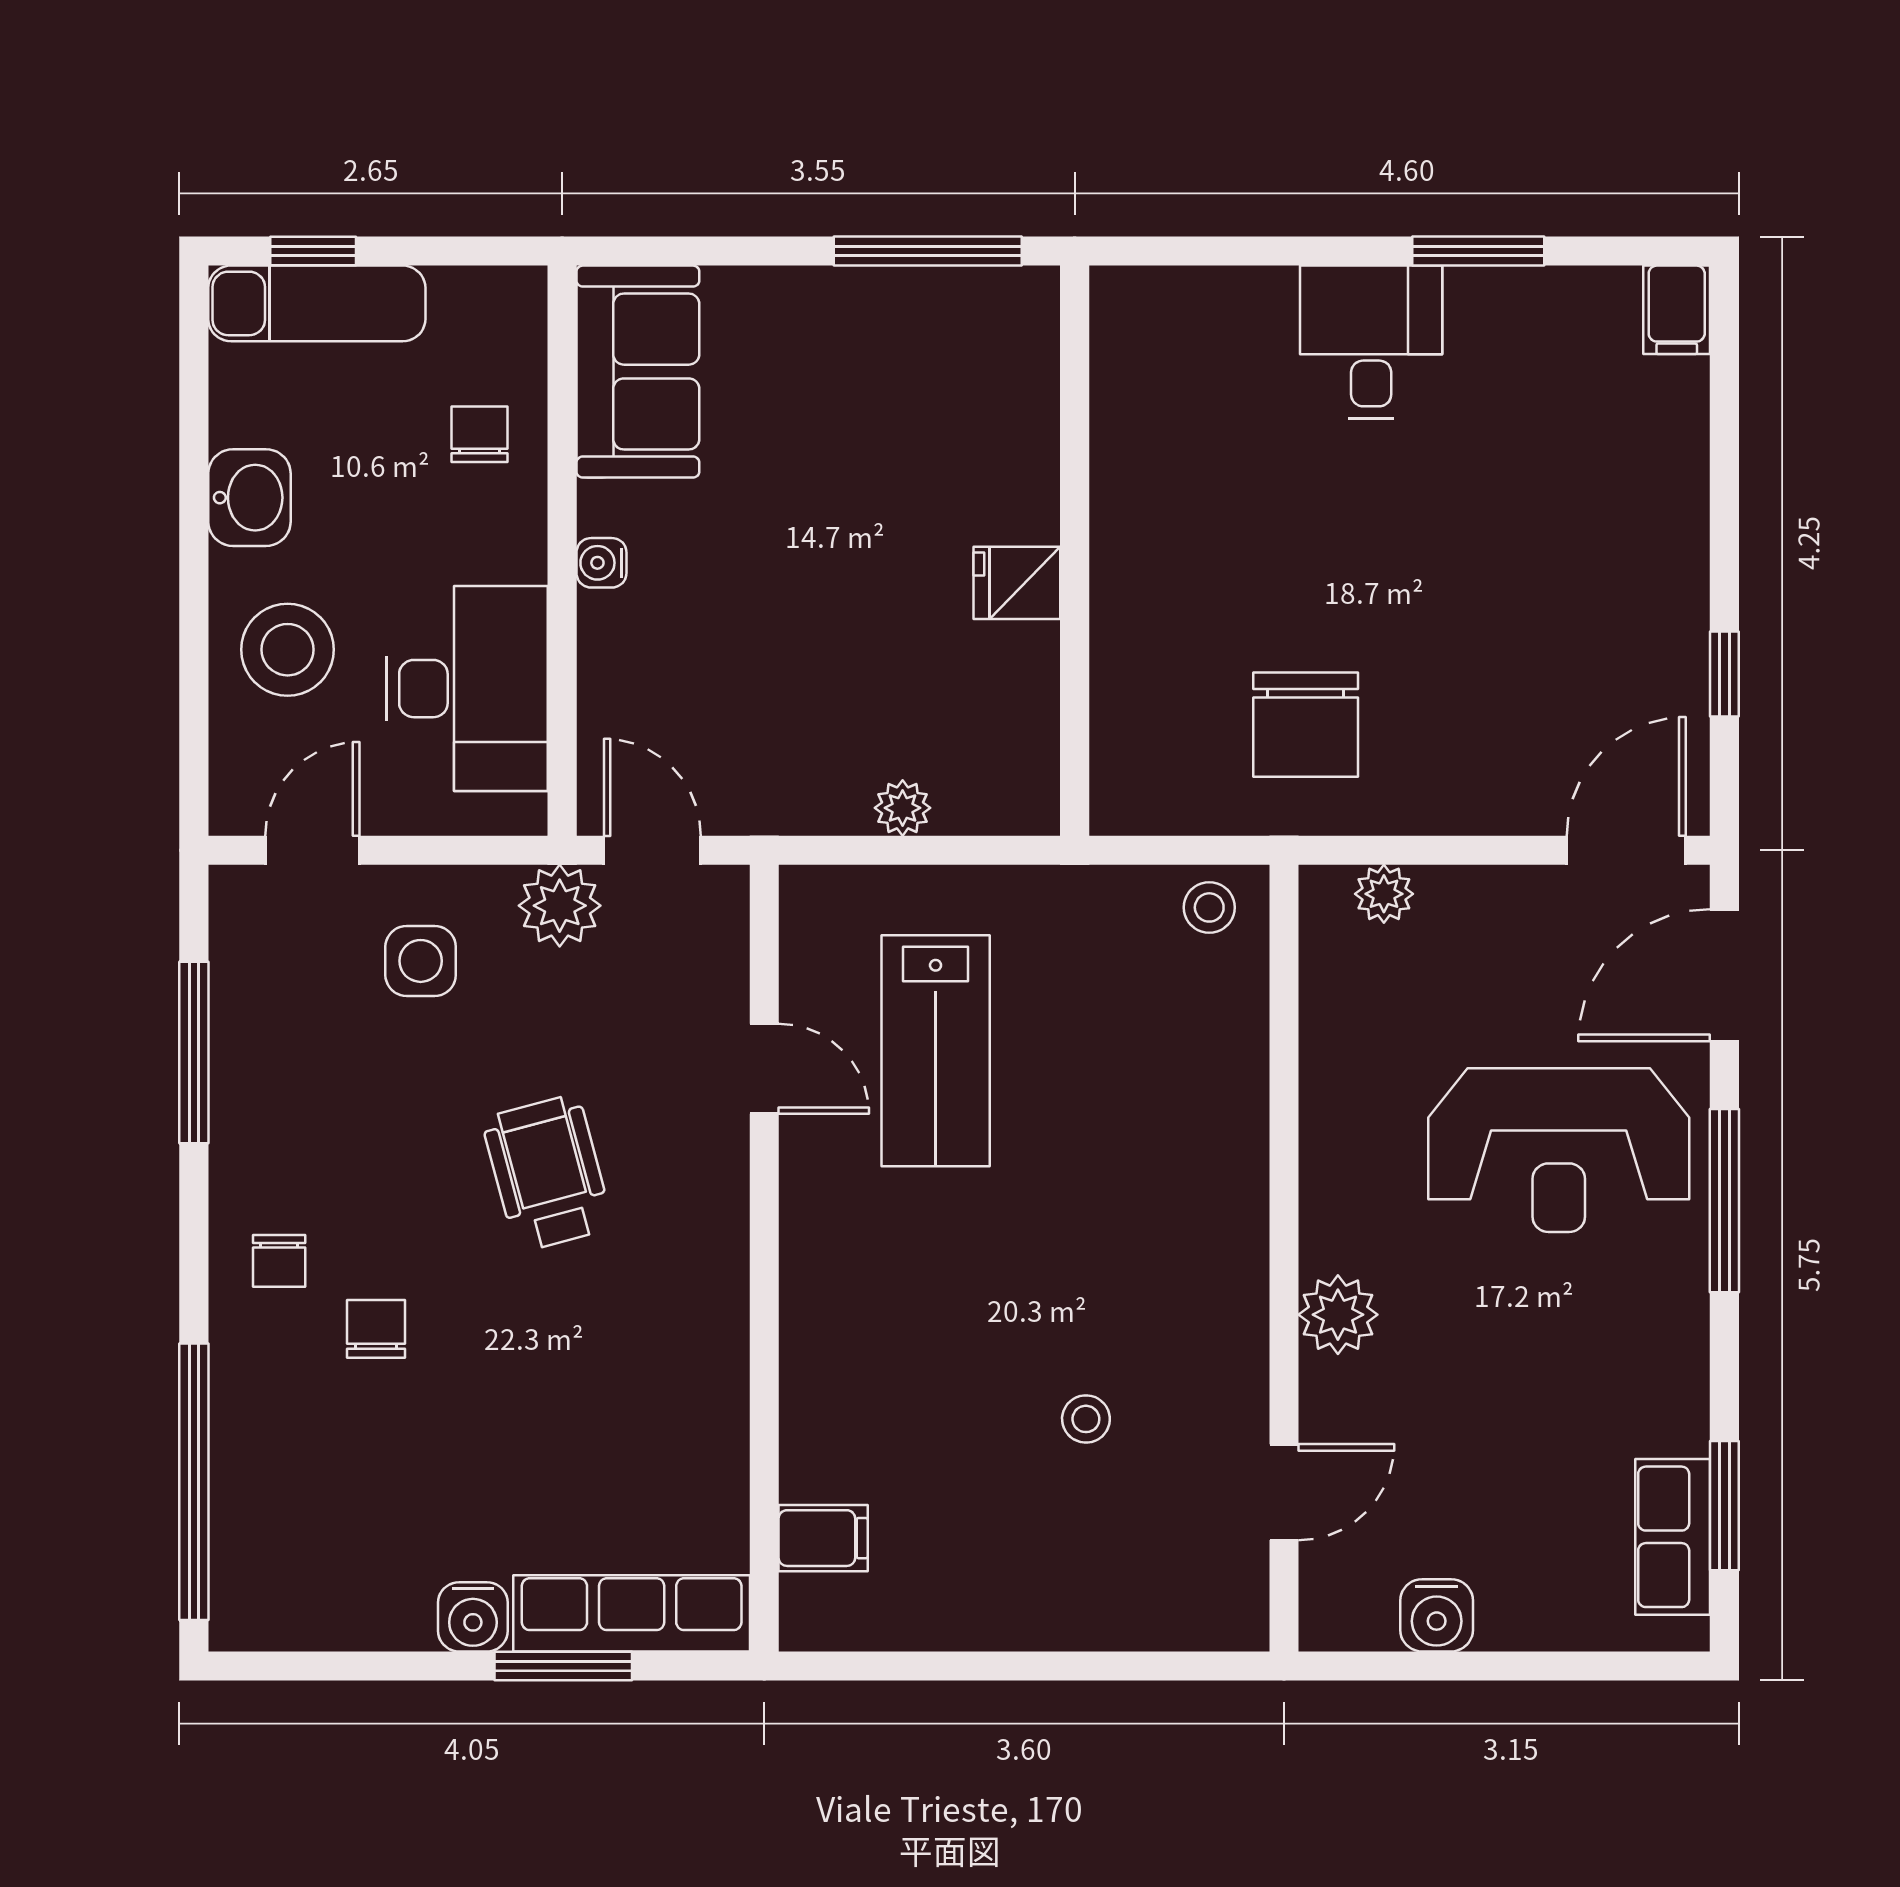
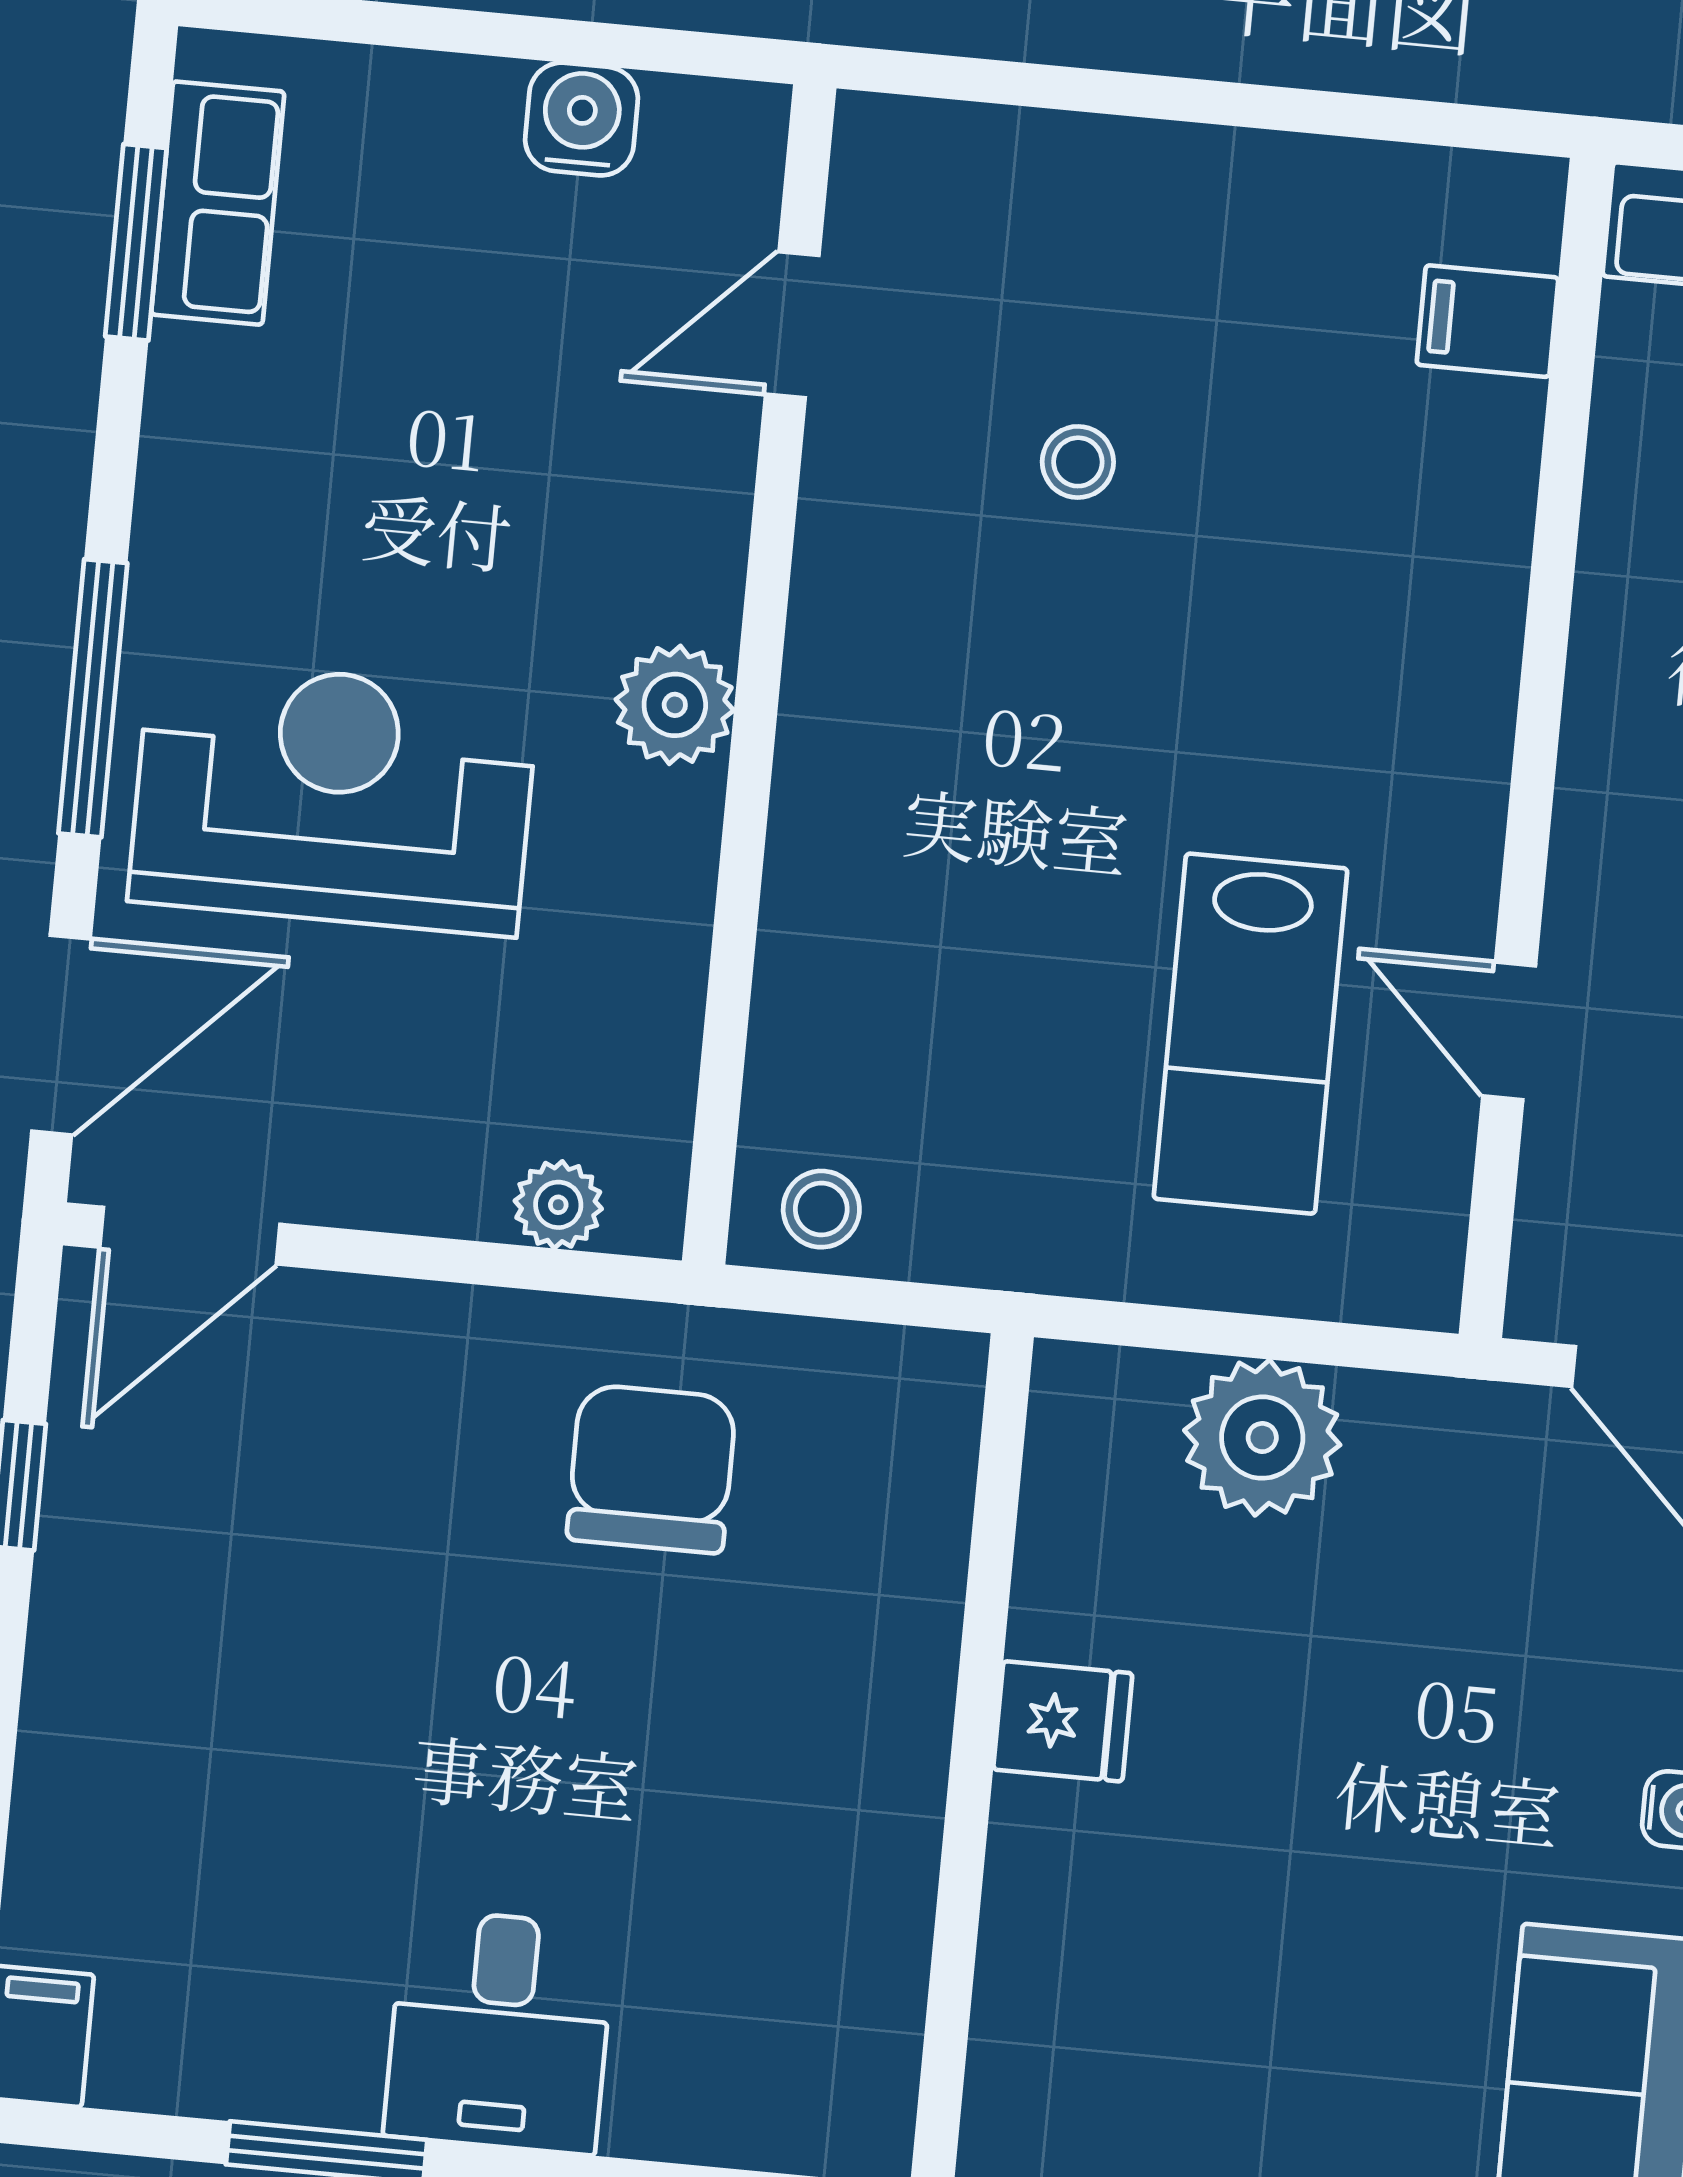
plant: (903, 808) -> (1262, 1438), width x1.88, depth x1.88
lab bench: (936, 1051) -> (1251, 1034), turned 180
plant: (1338, 1315) -> (675, 705), moved

